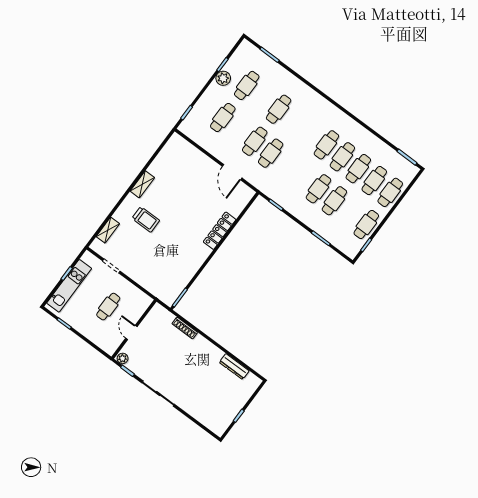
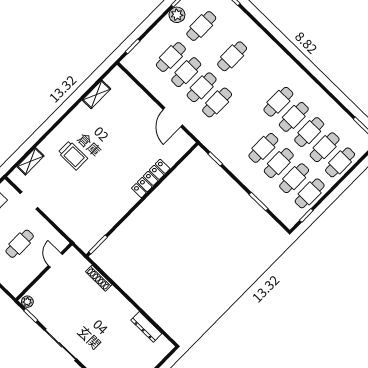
cafe table: (239, 129) -> (186, 72), added
shelving: (142, 184) -> (97, 94), moved
cafe table: (350, 213) -> (294, 178), added
door: (131, 332) -> (55, 260), moved

